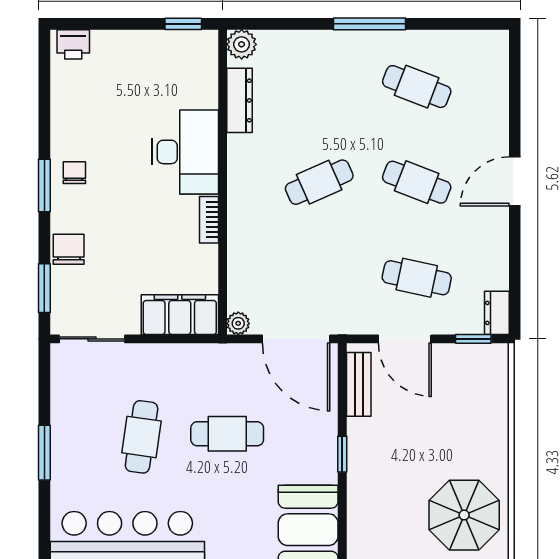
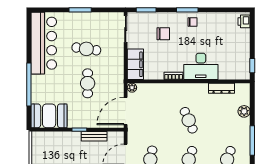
plant: (242, 44) -> (244, 111), moved
chair: (69, 249) -> (163, 34), moved
bench: (359, 384) -> (94, 136), moved

